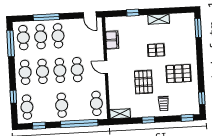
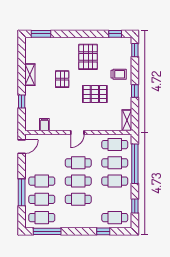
filing cabinet: (112, 40) -> (44, 125), width x0.50
cafe table: (25, 72) -> (115, 163), moved

